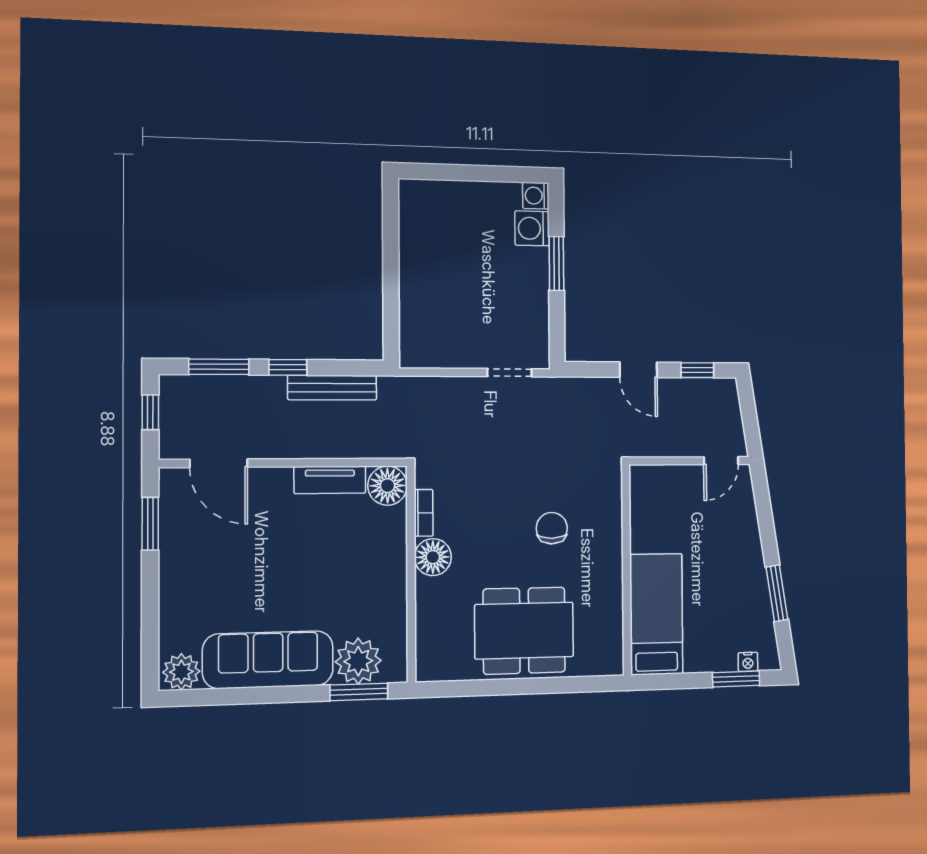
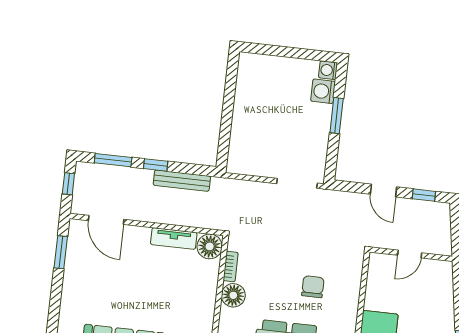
doorway: (509, 373) -> (297, 183), width x1.38
door: (721, 461) -> (410, 254), moved

